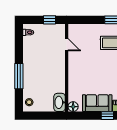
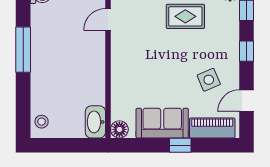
door: (67, 45) -> (108, 20), swing flipped
window: (19, 76) -> (23, 50), moved

